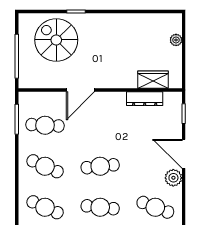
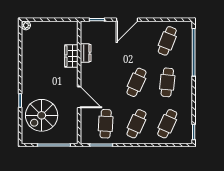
plant: (176, 40) -> (26, 25), moved
wardrobe: (153, 80) -> (71, 56), moved
dresser: (145, 99) -> (86, 53), width x0.70
cafe table: (100, 166) -> (136, 82), turned 30
plant: (173, 178) -> (145, 27), removed

